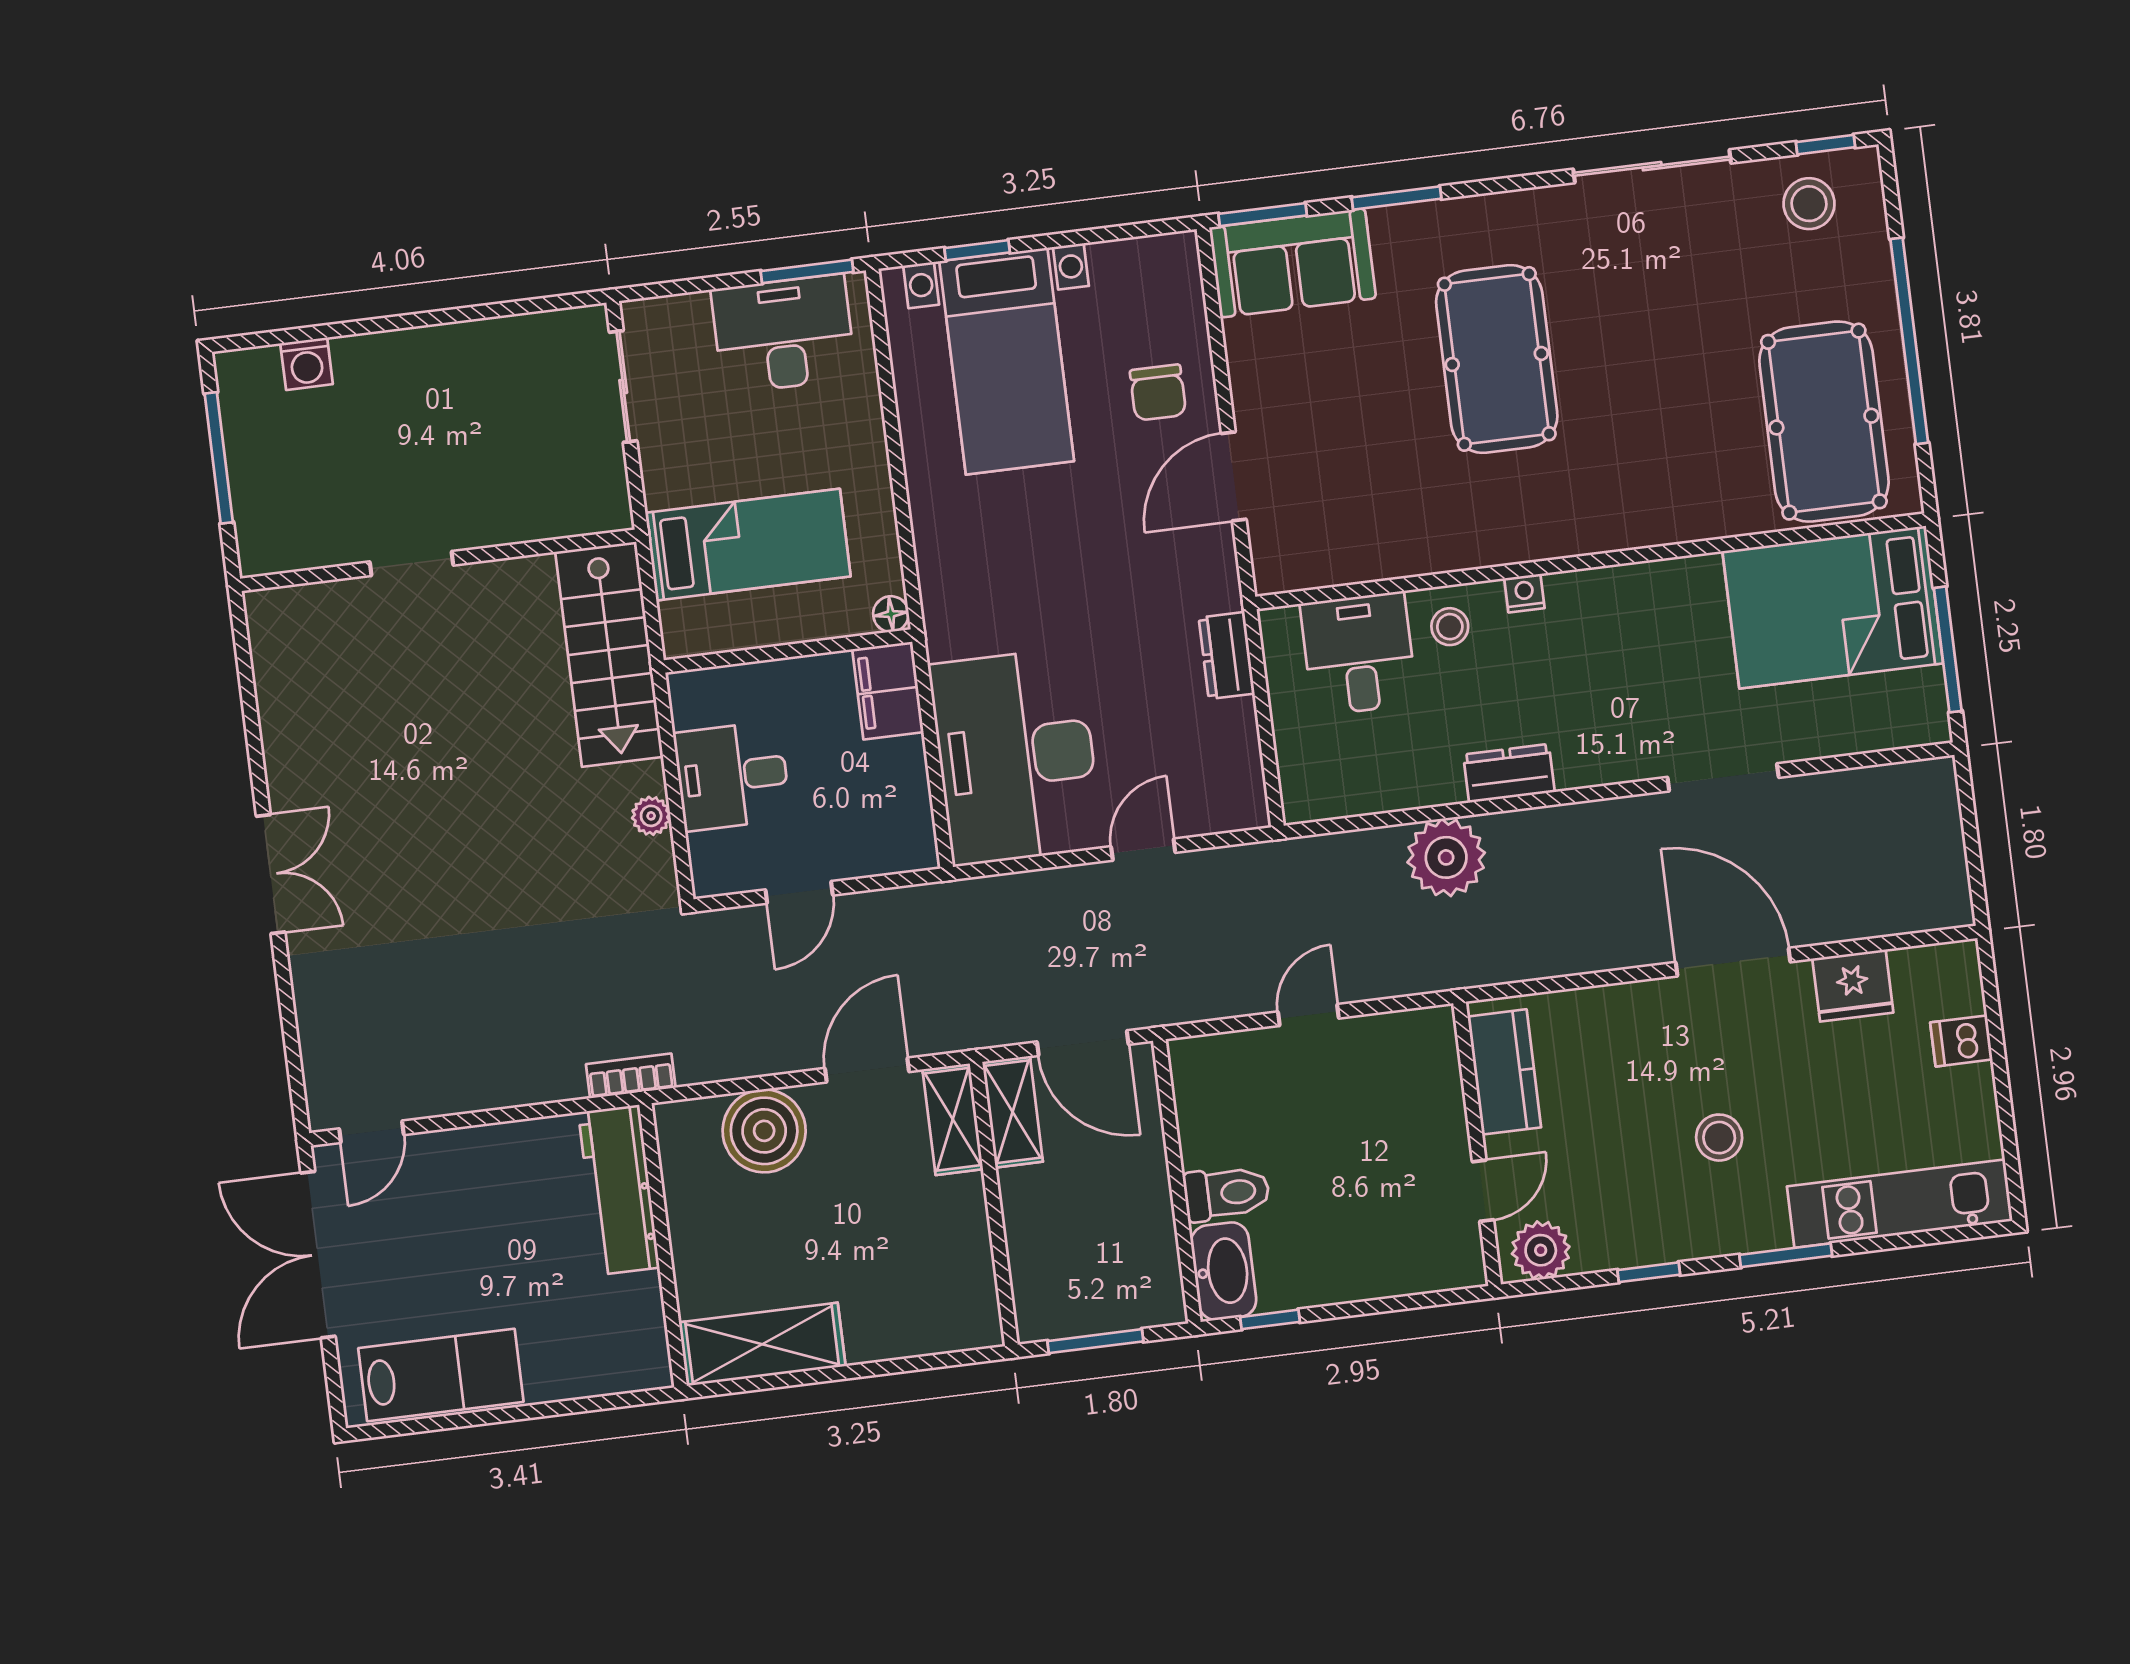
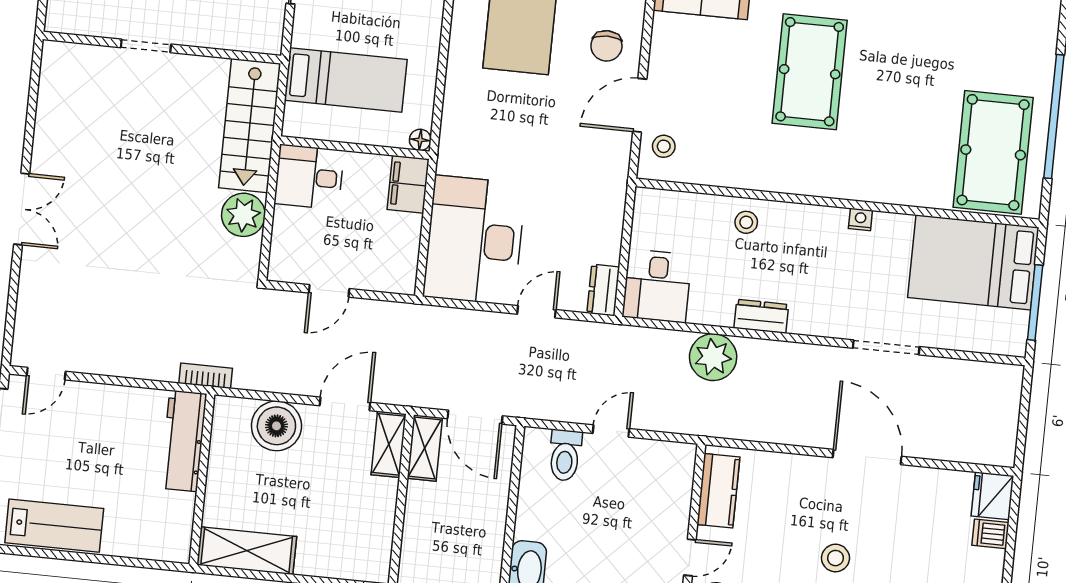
stool: (1809, 204) -> (664, 146), moved, width x0.73, depth x0.73
nightstand: (1524, 593) -> (860, 219), moved
desk: (1359, 654) -> (657, 286), moved, turned 180
dresser: (1227, 656) -> (603, 290), moved
desk: (732, 776) -> (309, 177), moved
plant: (651, 816) -> (243, 215), width x1.87, depth x1.87
fridge: (1853, 985) -> (992, 496), moved, turned 90
toilet: (1227, 1193) -> (565, 455), moved, turned 90

